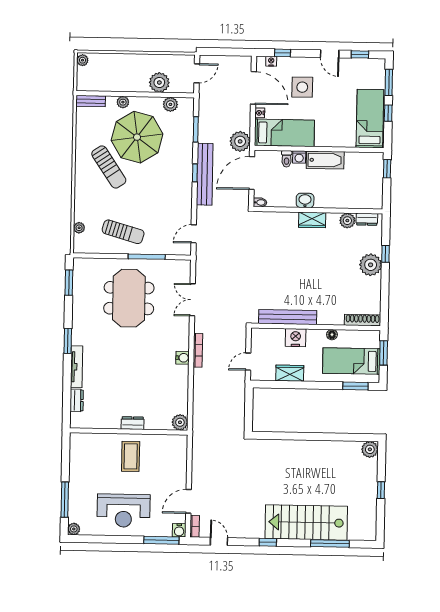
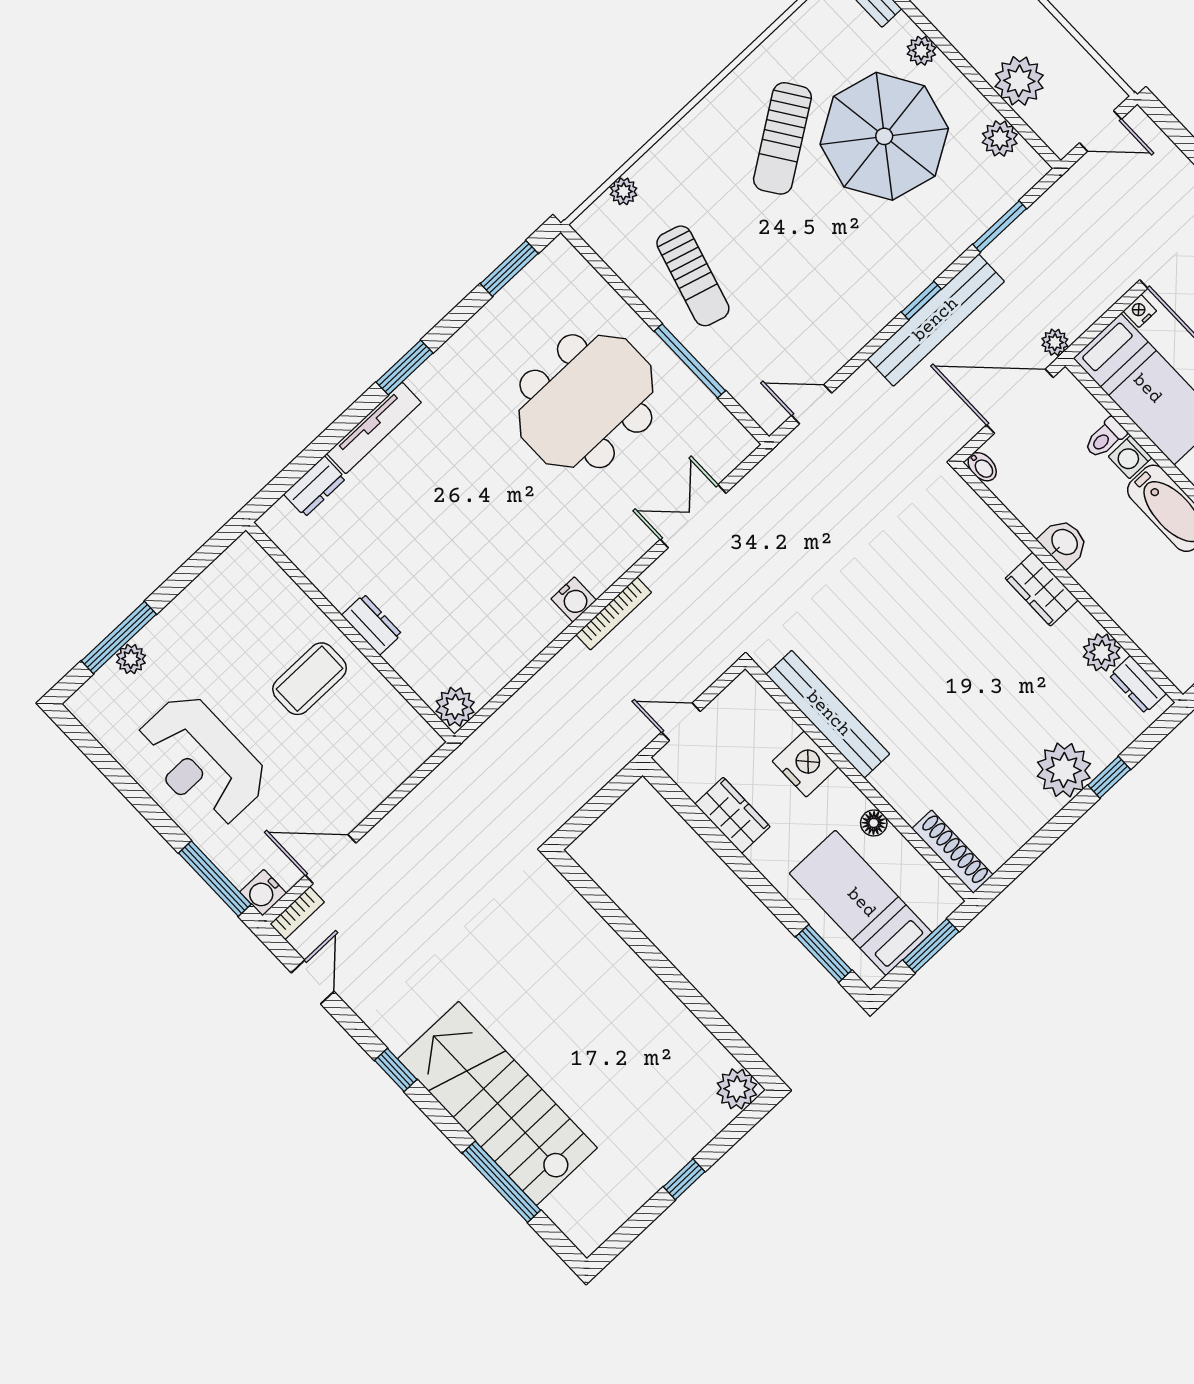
plant: (240, 141) -> (1055, 342), width x0.53, depth x0.53
plant: (74, 529) -> (131, 659), moved

